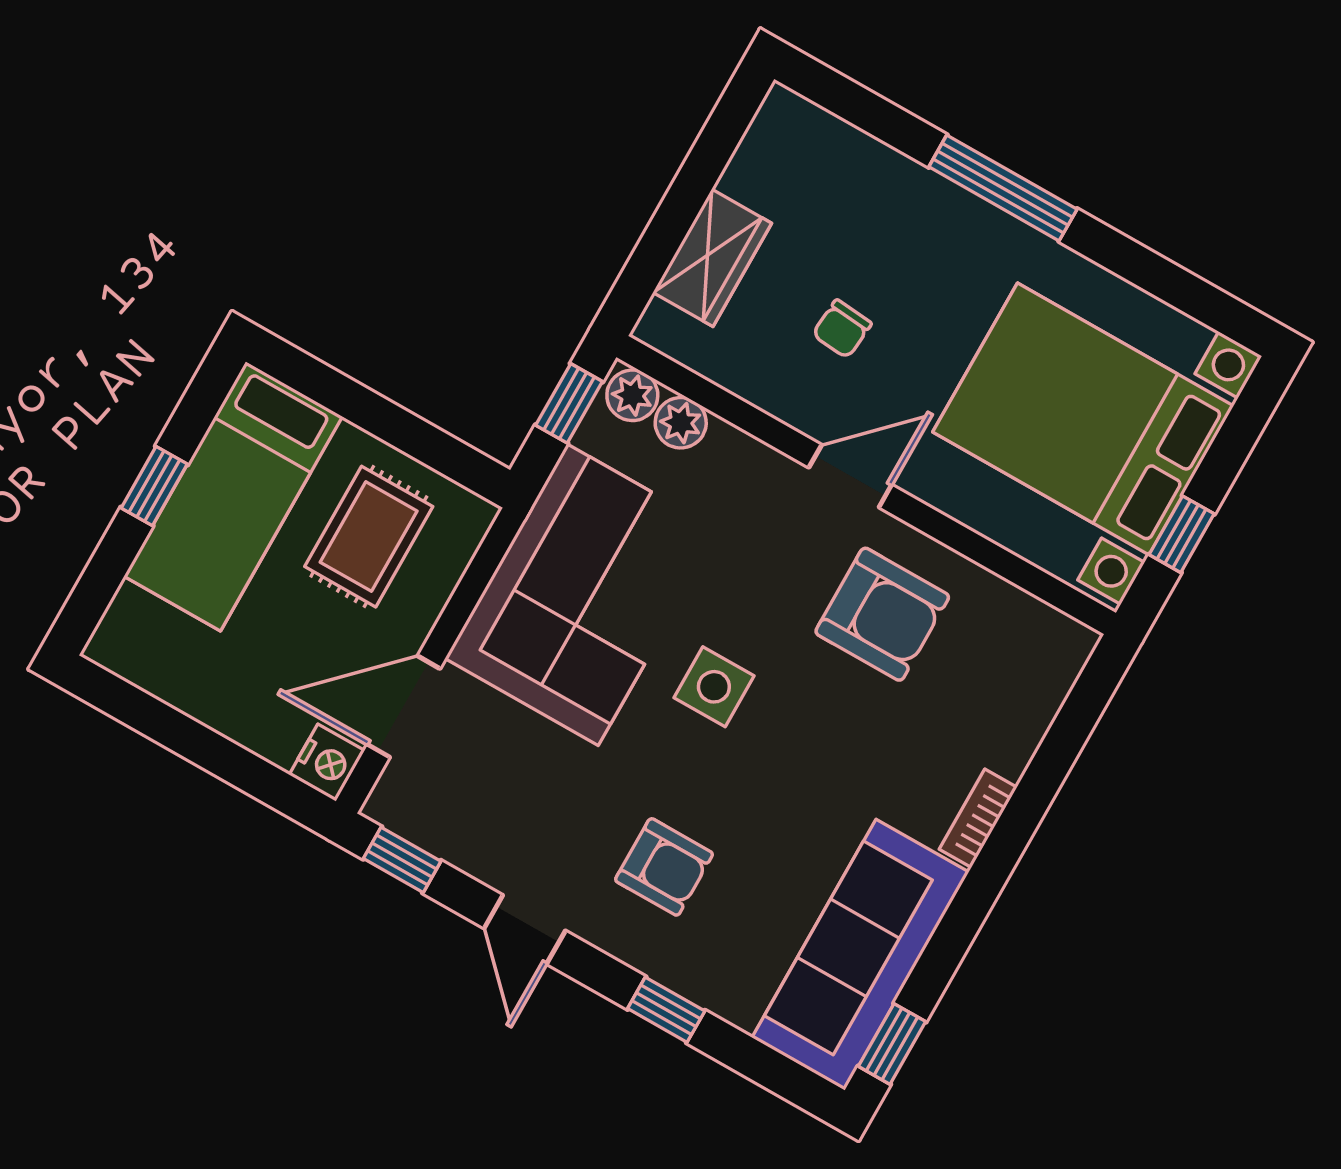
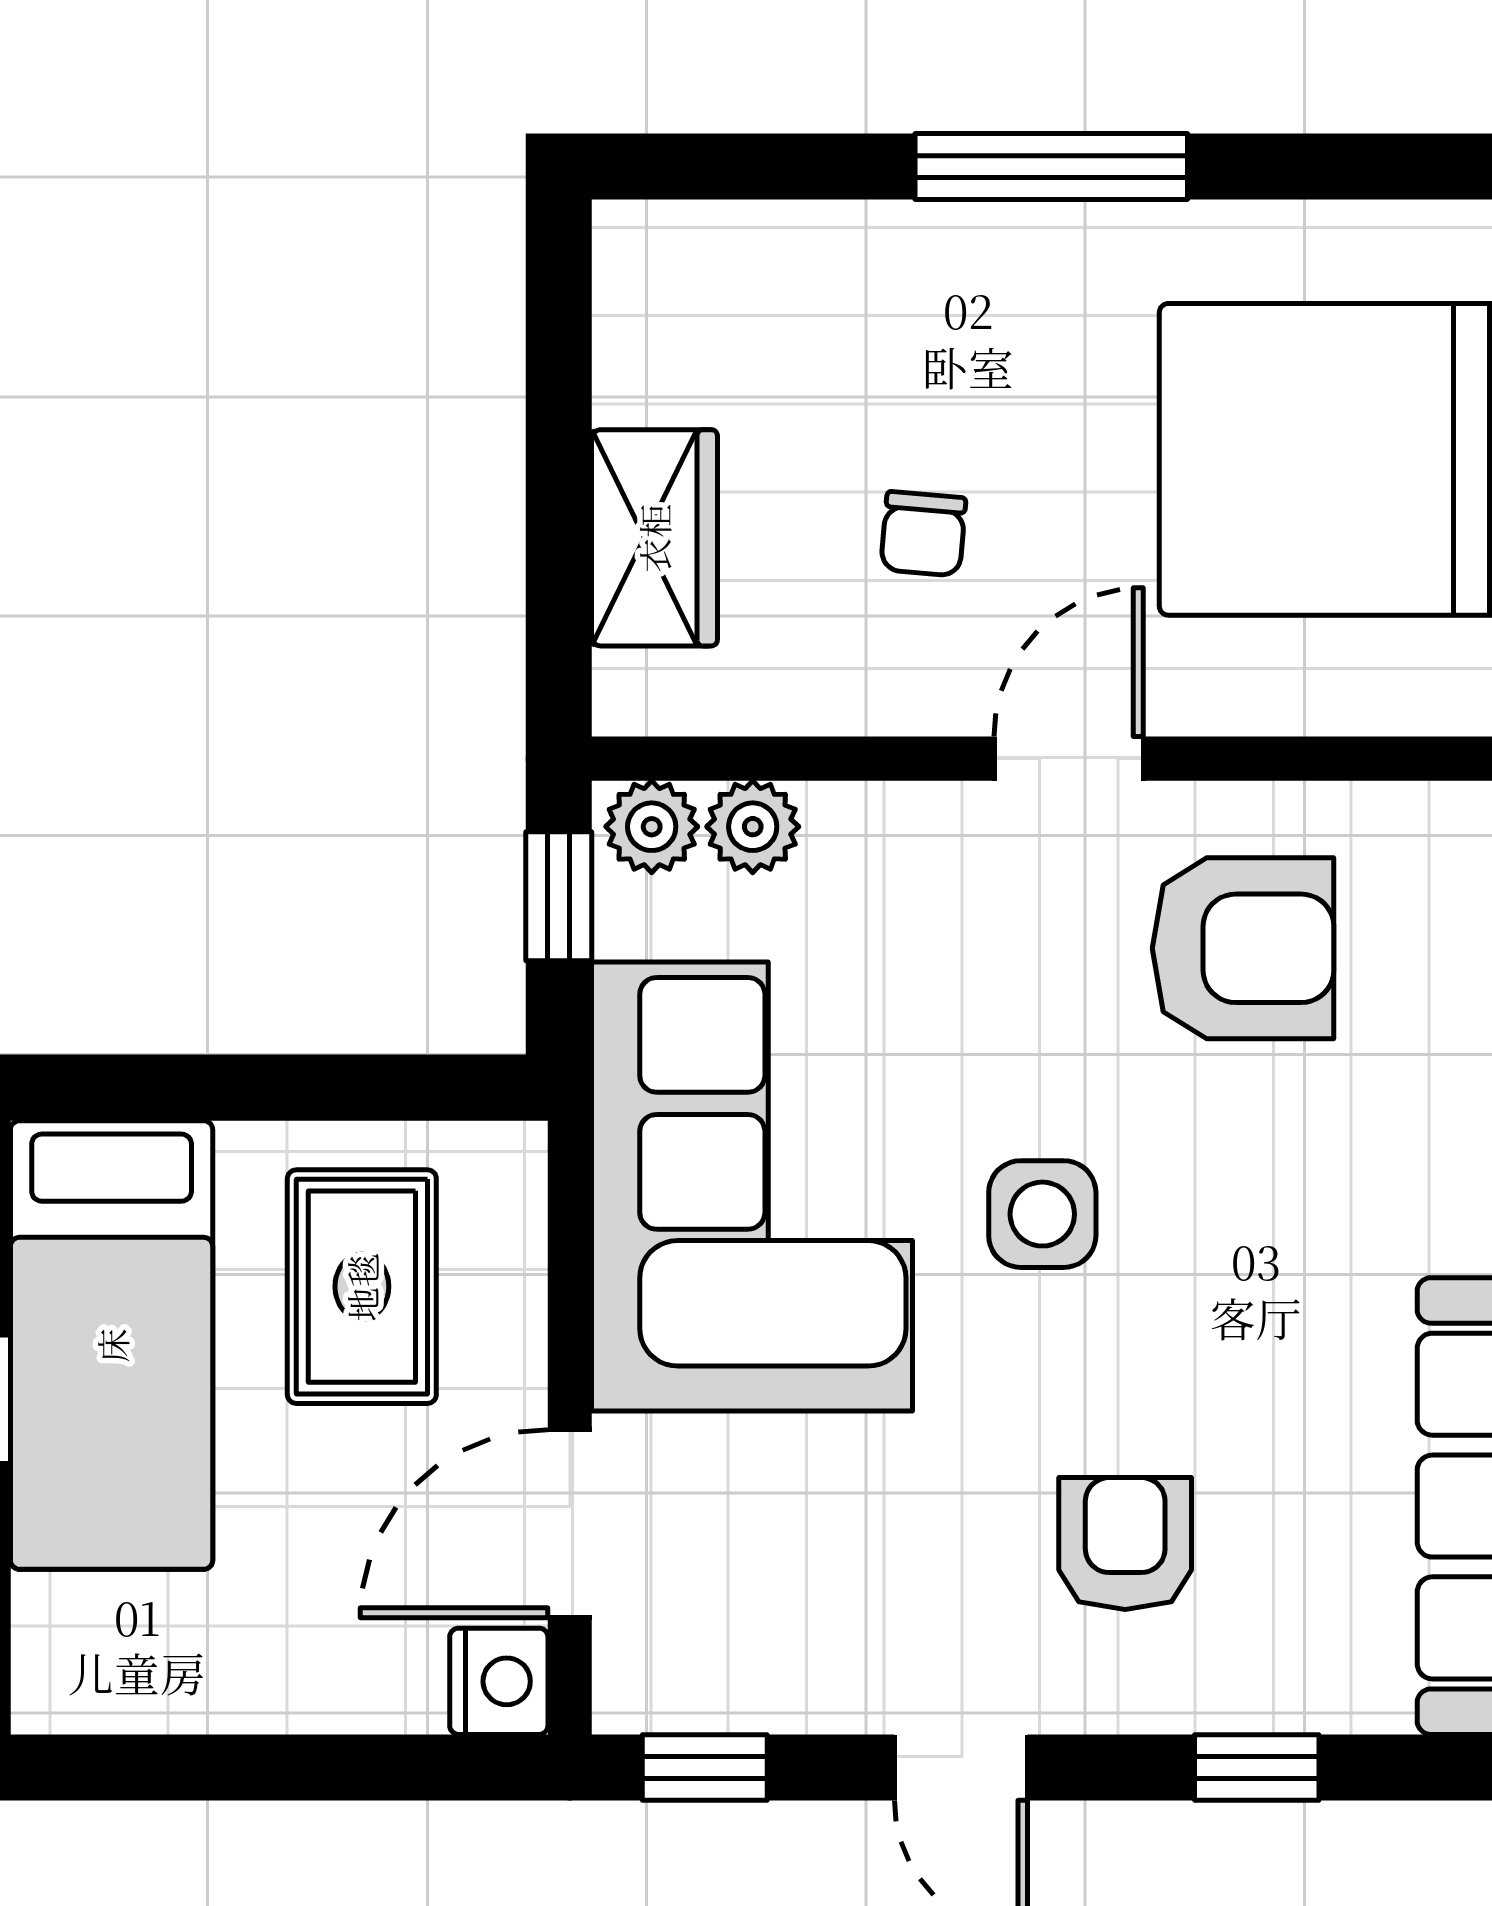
armchair: (664, 867) -> (1125, 1544), turned -90

